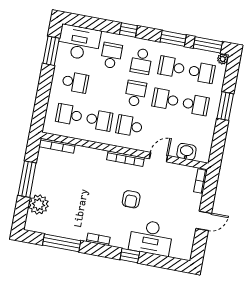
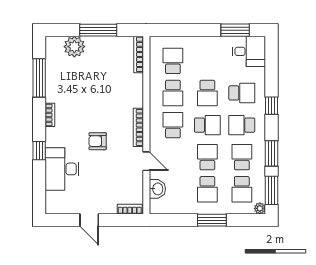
desk: (79, 43) -> (249, 51), width x0.73
school desk: (75, 82) -> (207, 93), moved

